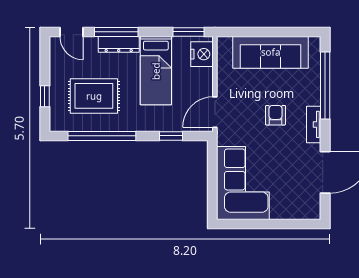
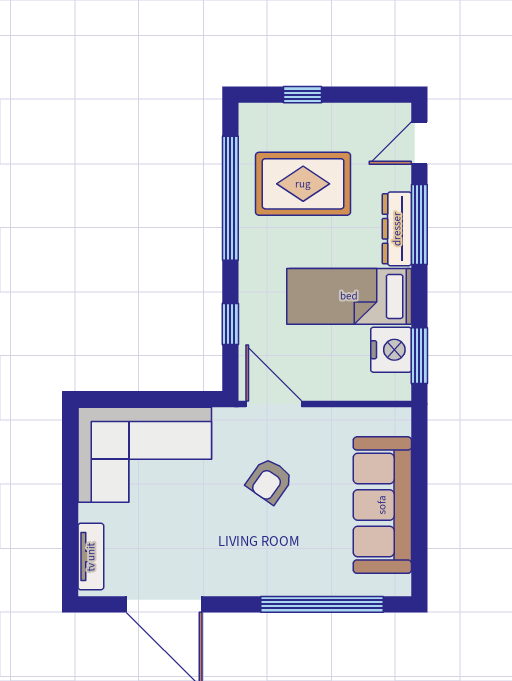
nightstand: (202, 54) -> (391, 350), moved, turned -90
rug: (94, 96) -> (303, 184), turned 90
armchair: (276, 115) -> (269, 481), moved, turned 125
tv unit: (314, 124) -> (91, 557), moved, turned 90

